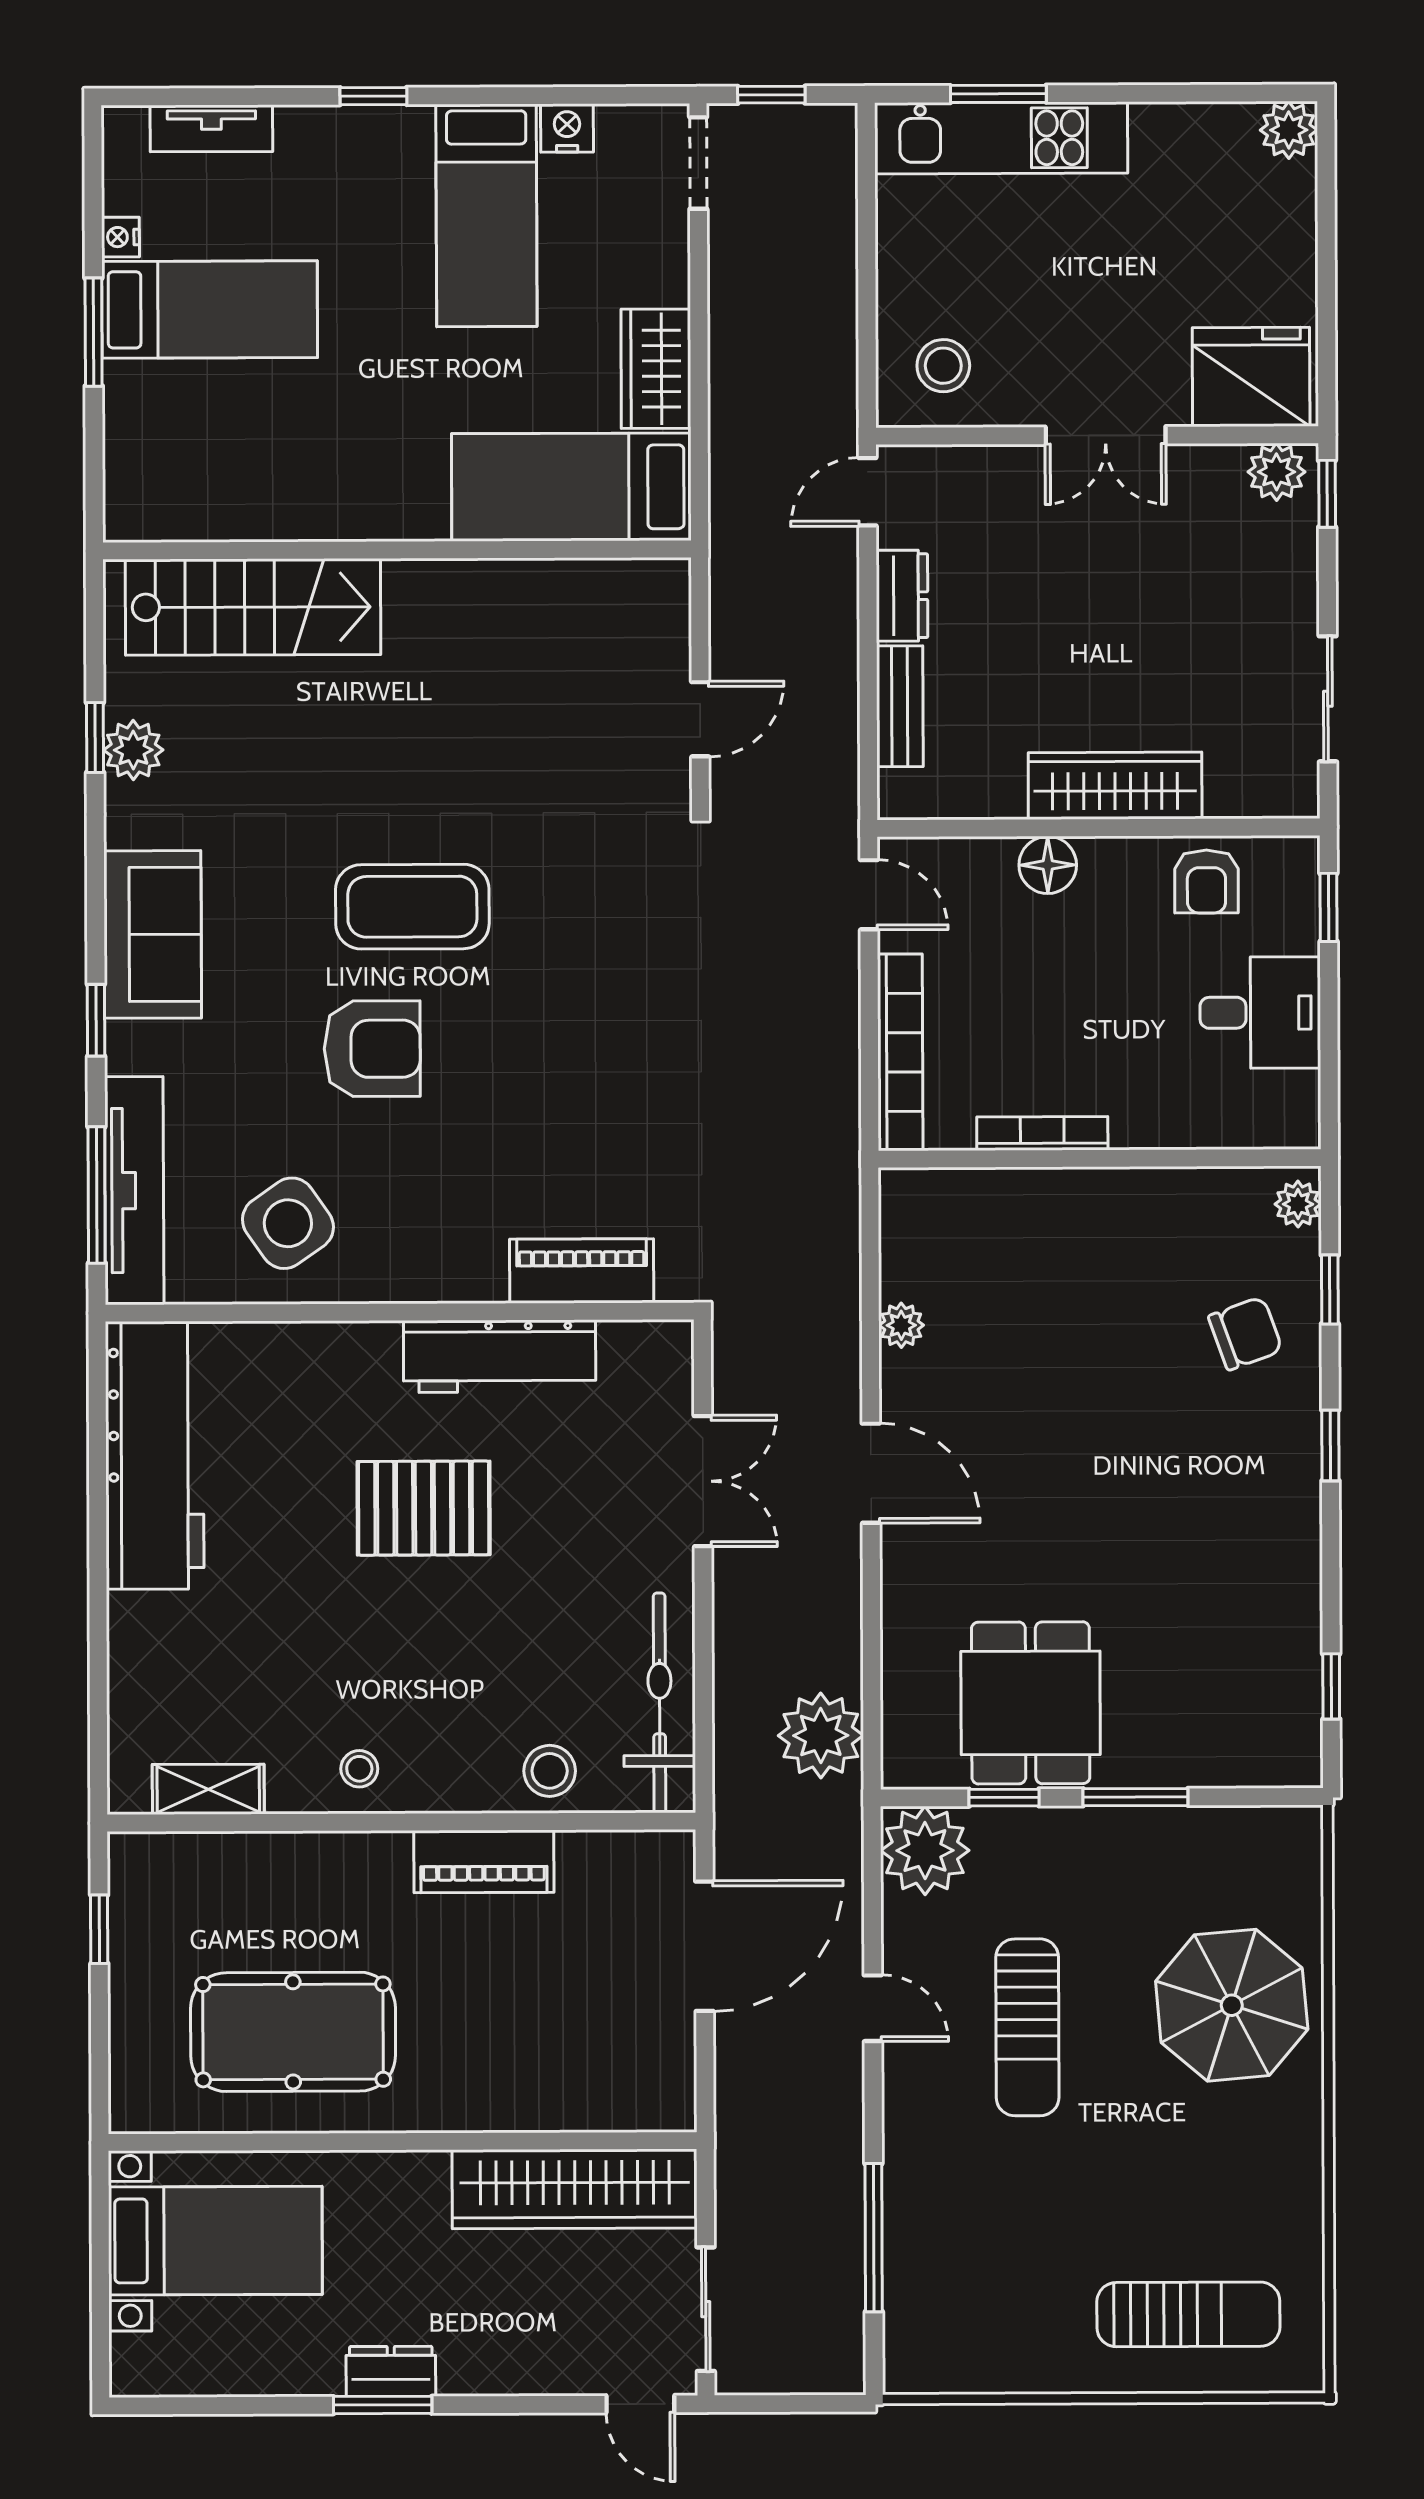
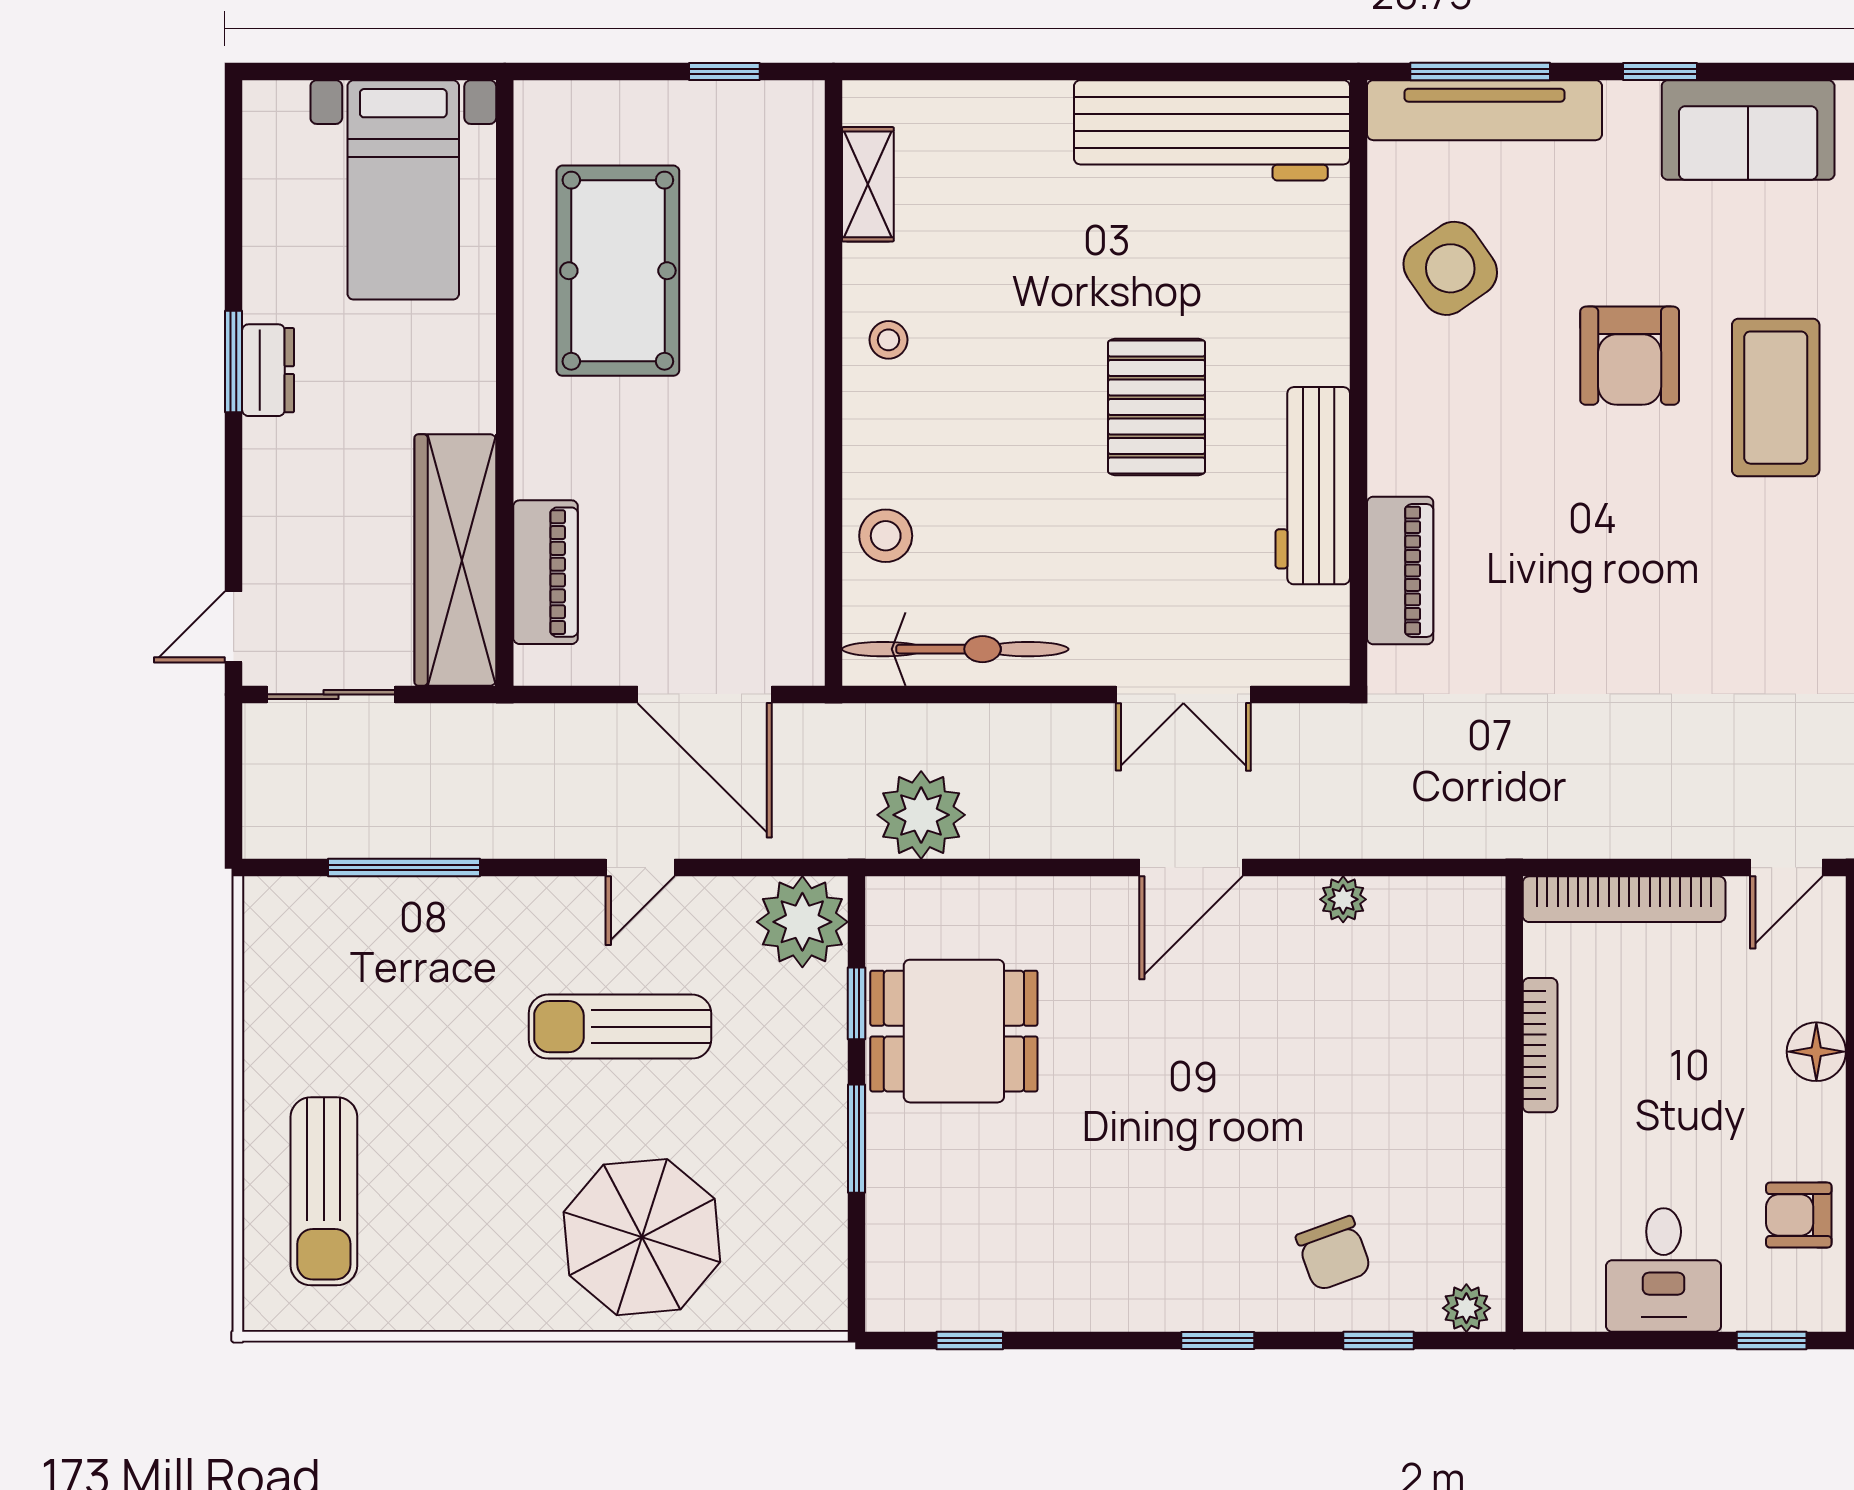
piano: (484, 1861) -> (546, 572), moved, turned 180

